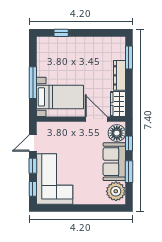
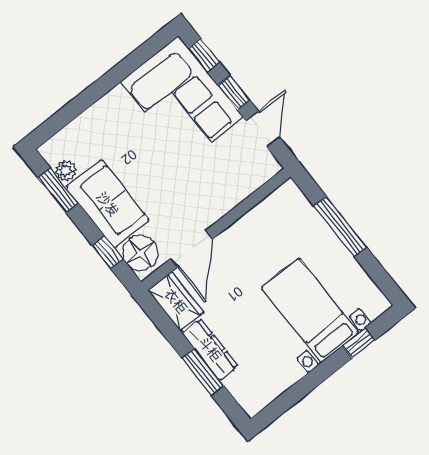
window: (129, 58) -> (203, 372), moved
bed with nightstands: (60, 97) -> (310, 310), moved, turned 90
door: (96, 119) -> (191, 249), hinge flipped
window: (129, 172) -> (58, 190), moved
plant: (116, 191) -> (66, 171), width x0.53, depth x0.53

